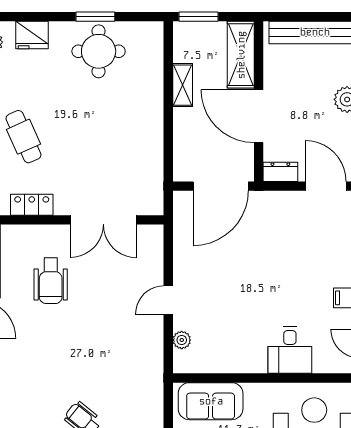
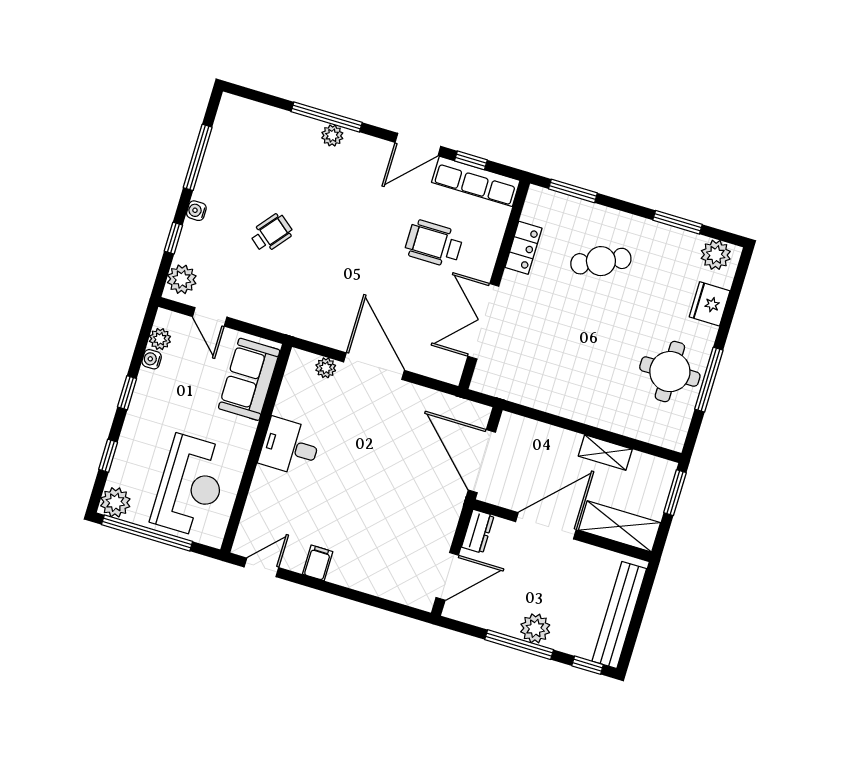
window: (95, 17) -> (709, 380), width x1.44
door: (168, 300) -> (374, 366), width x1.87
desk: (290, 350) -> (290, 447), moved

